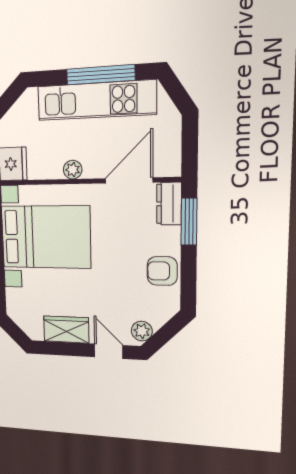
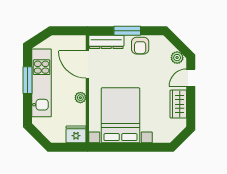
window: (101, 75) -> (28, 80), width x0.69
dresser: (169, 204) -> (106, 42), width x1.44
window: (189, 222) -> (127, 31), moved

